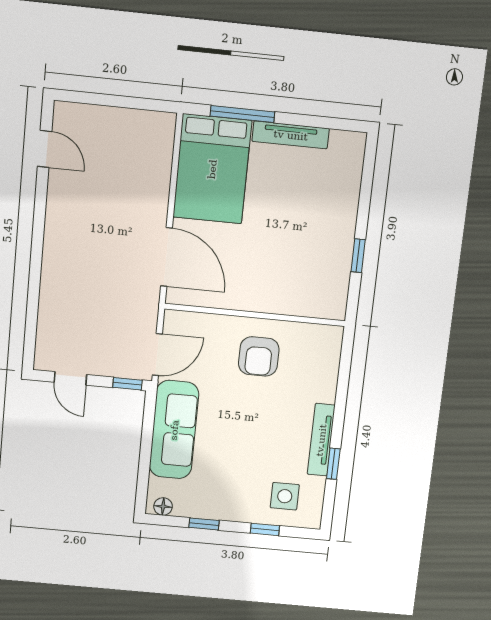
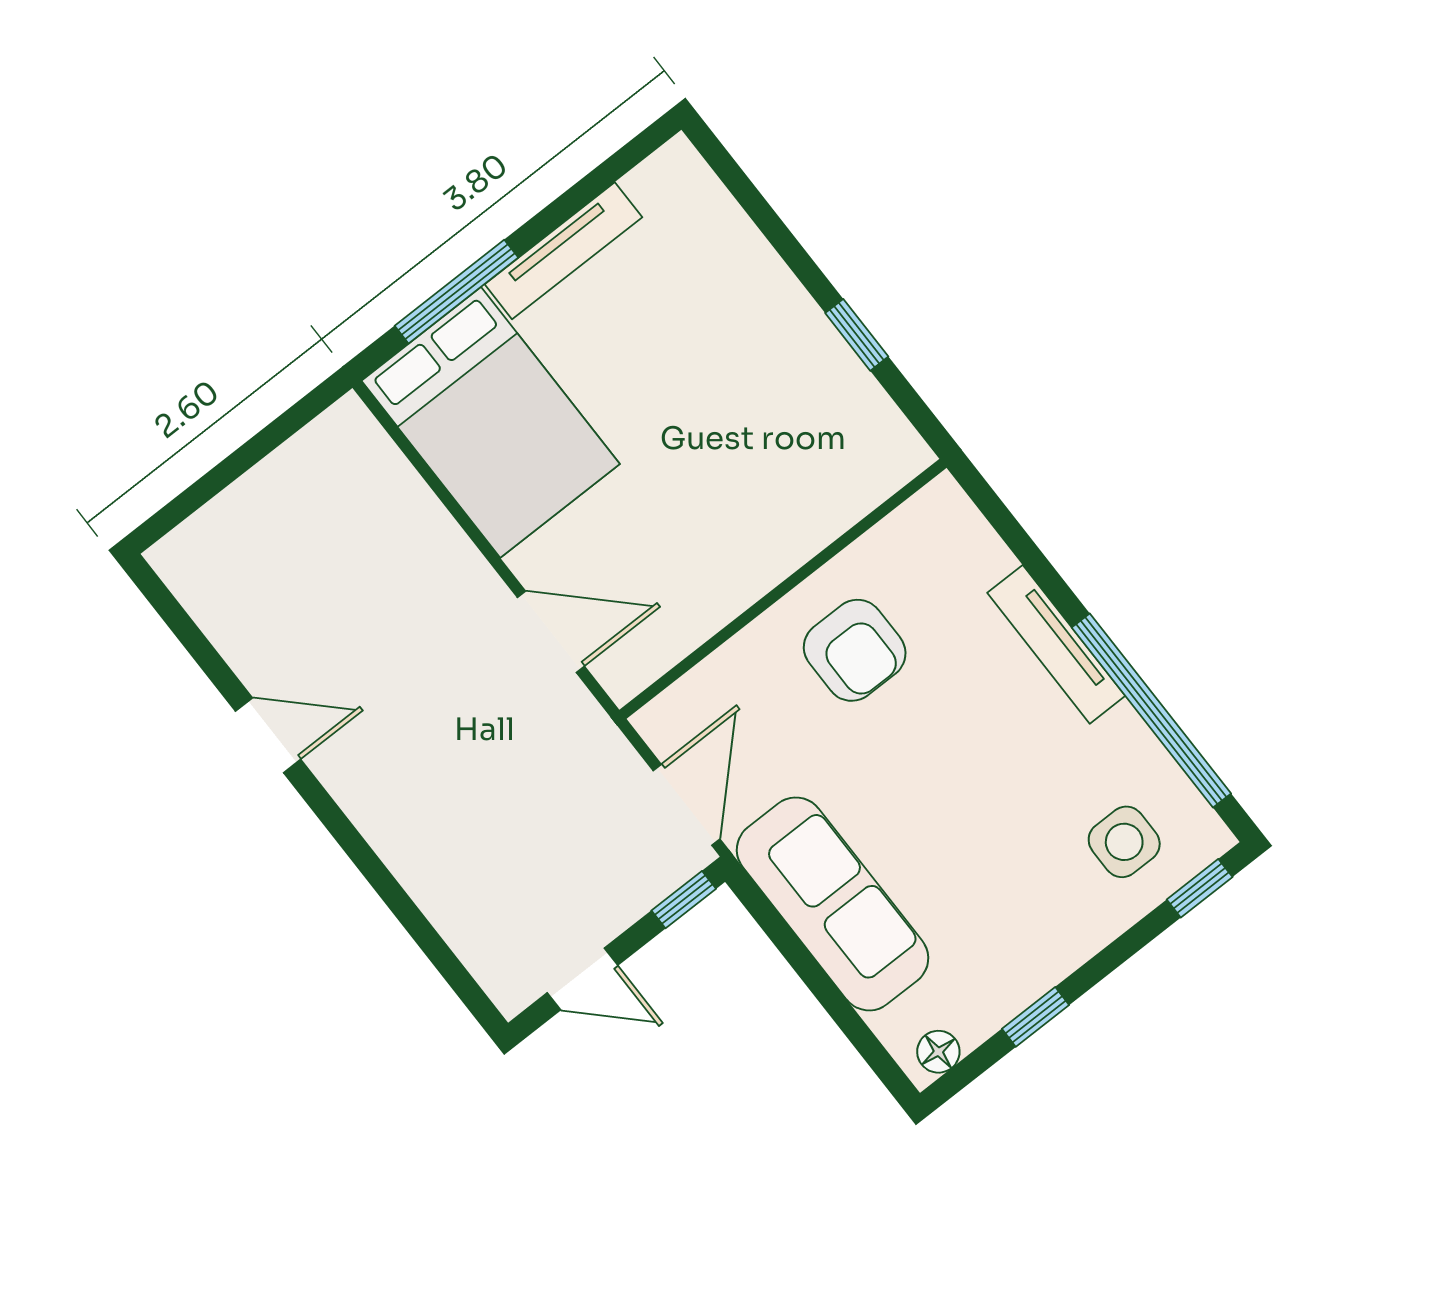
door: (45, 149) -> (268, 735), moved
door: (166, 257) -> (551, 632), width x0.73
tv unit: (321, 440) -> (1056, 644), moved
window: (333, 464) -> (1151, 711), width x3.17
window: (265, 529) -> (1200, 888), moved

